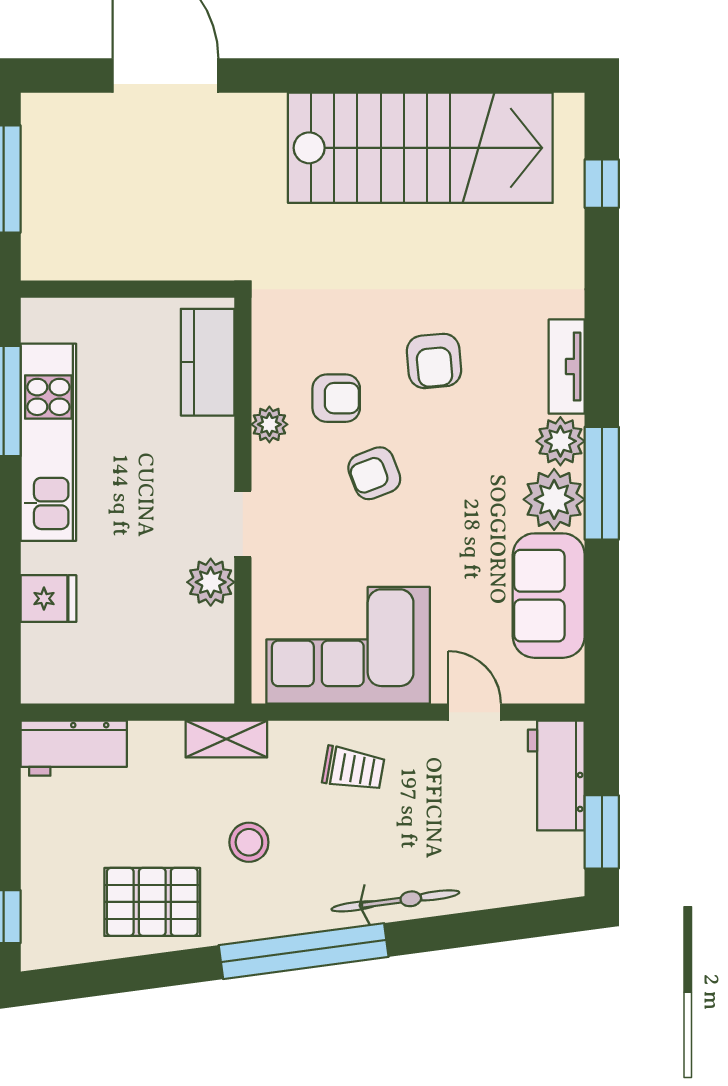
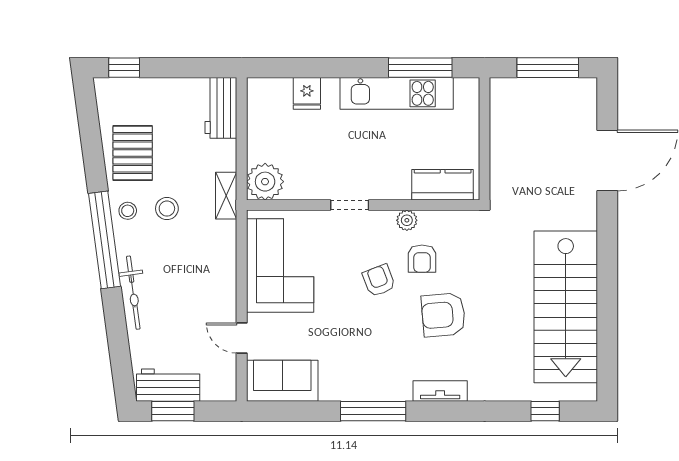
armchair: (434, 361) -> (443, 315), width x1.38, depth x1.38
plant: (560, 441) -> (397, 387), removed
plant: (554, 499) -> (364, 384), removed
plant: (211, 582) -> (265, 182), moved, width x1.36, depth x1.36
sofa: (549, 596) -> (282, 381), moved
door: (475, 712) -> (242, 338), swing flipped
trolley: (353, 769) -> (209, 269), removed
workbench: (556, 776) -> (168, 385), moved
stool: (253, 911) -> (128, 211), added

